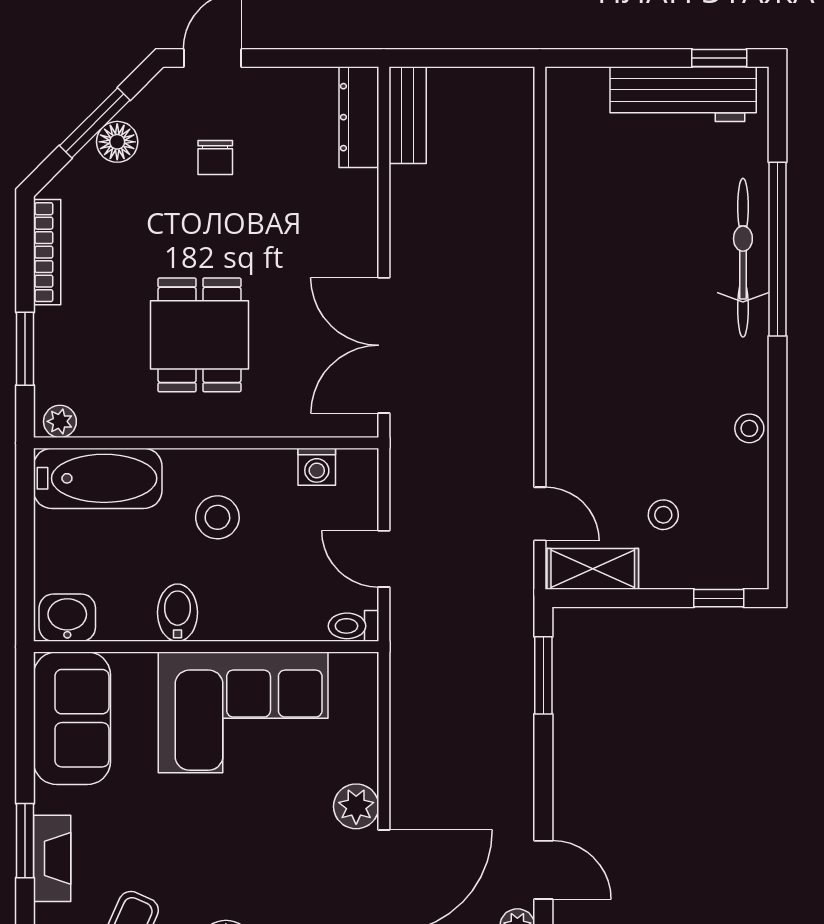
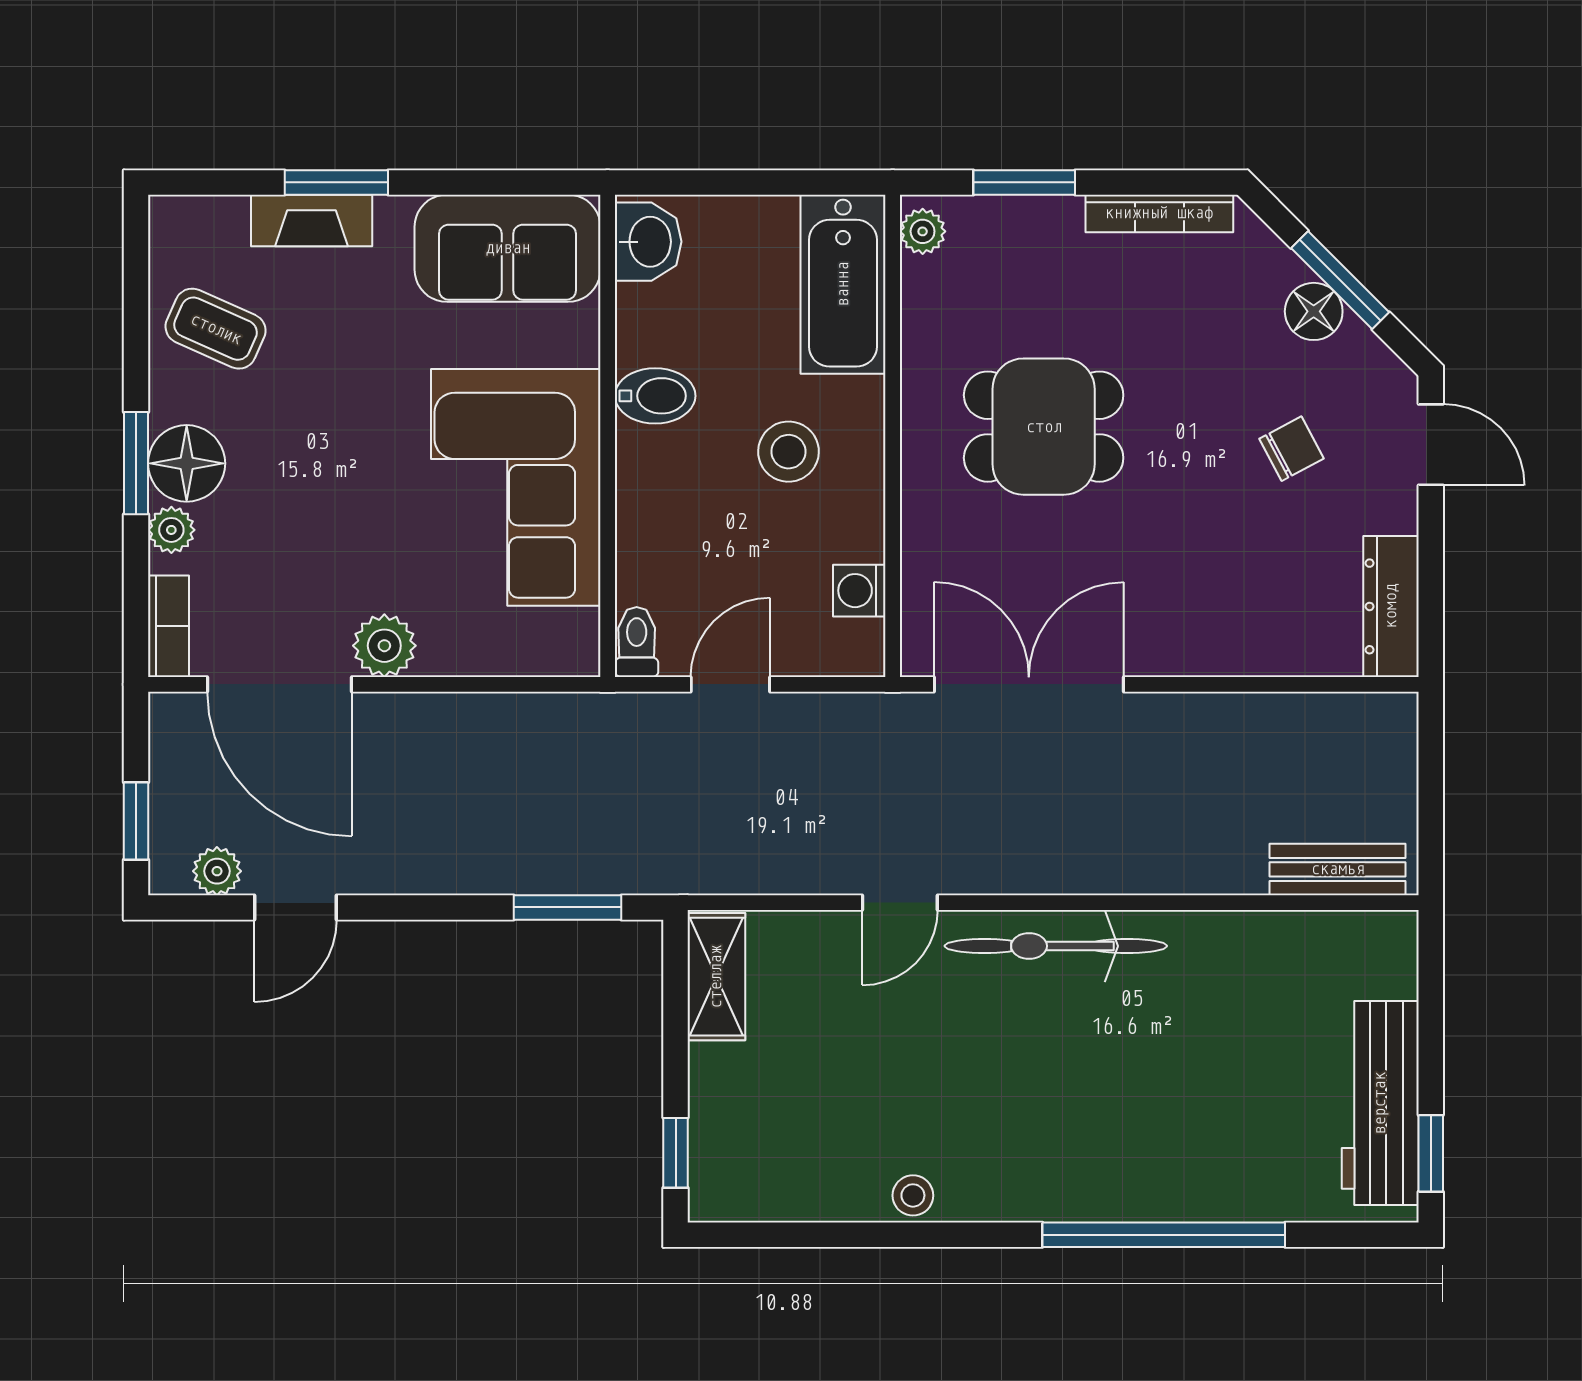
bench: (408, 115) -> (1338, 869), moved
dresser: (359, 117) -> (1391, 606), moved, turned -90
chair: (215, 158) -> (1292, 449), turned 152
bicycle: (743, 258) -> (1056, 946), moved, turned 180
door: (540, 514) -> (900, 903), moved
stool: (663, 515) -> (792, 1075), removed

